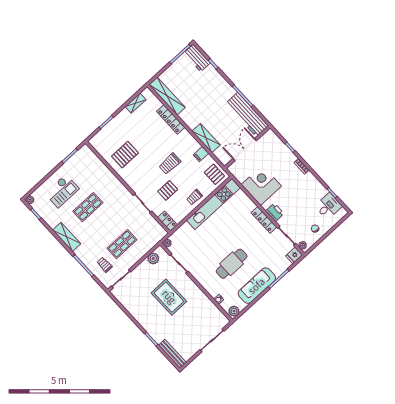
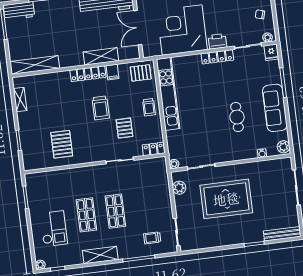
locker: (171, 119) -> (88, 74), moved
corner desk: (261, 185) -> (182, 30), width x1.36, depth x1.36
shop shelf: (122, 244) -> (115, 211), moved
cafe table: (232, 264) -> (237, 117), width x0.73, depth x0.74
rug: (169, 297) -> (226, 199), width x1.37, depth x1.44

